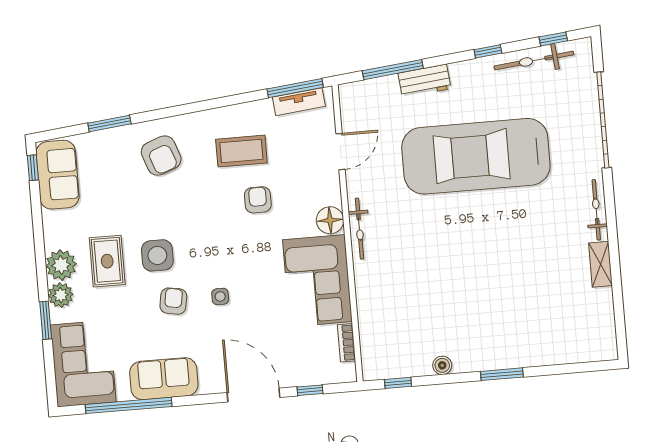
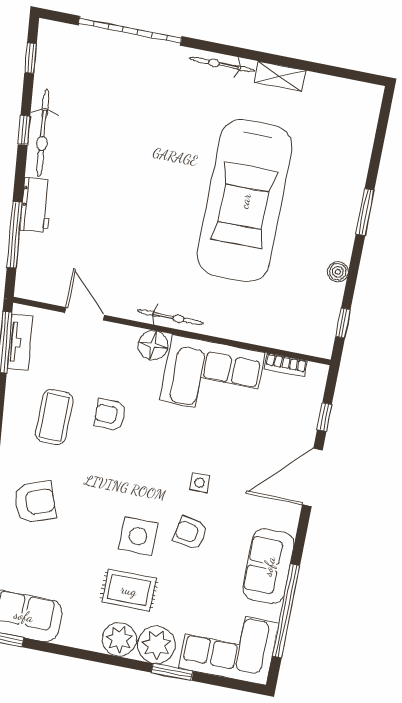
bicycle: (534, 60) -> (43, 133), moved
car: (476, 156) -> (245, 201), moved
plant: (61, 295) -> (156, 645), width x1.36, depth x1.36

